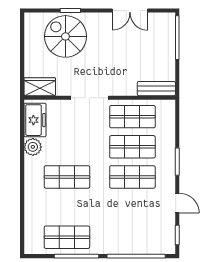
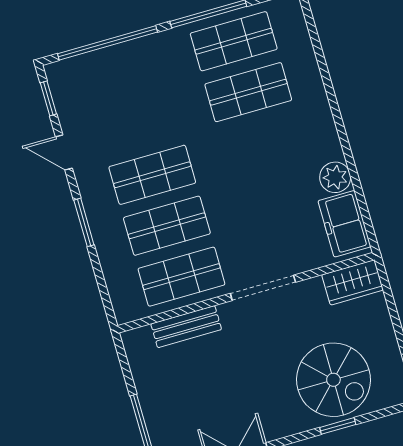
bench: (156, 89) -> (186, 327), moved
shop shelf: (67, 177) -> (248, 92), moved

